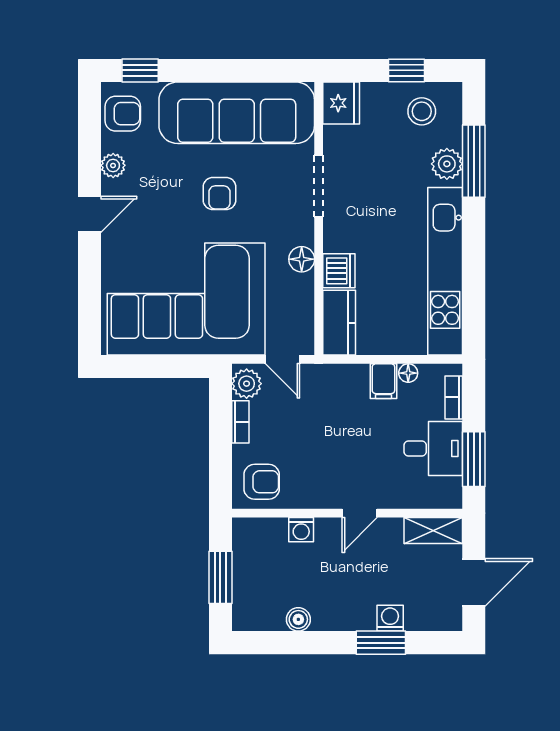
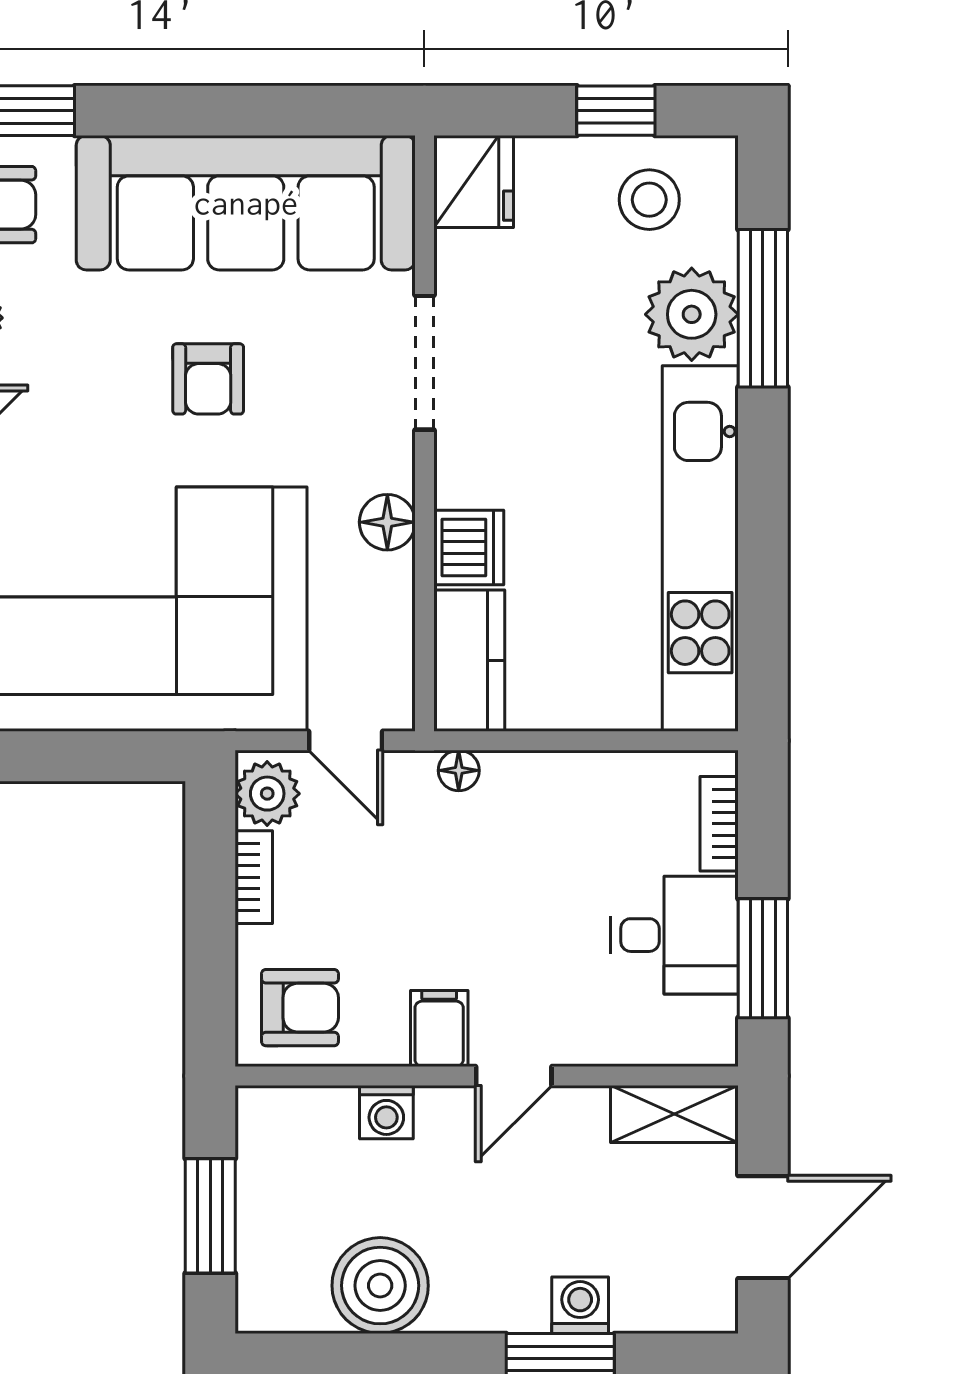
plant: (447, 164) -> (692, 314), width x1.36, depth x1.36
floor lamp: (408, 373) -> (459, 770), moved
filing cabinet: (383, 381) -> (439, 1028), moved, turned 180
boiler: (298, 619) -> (380, 1286), width x1.86, depth x1.86

